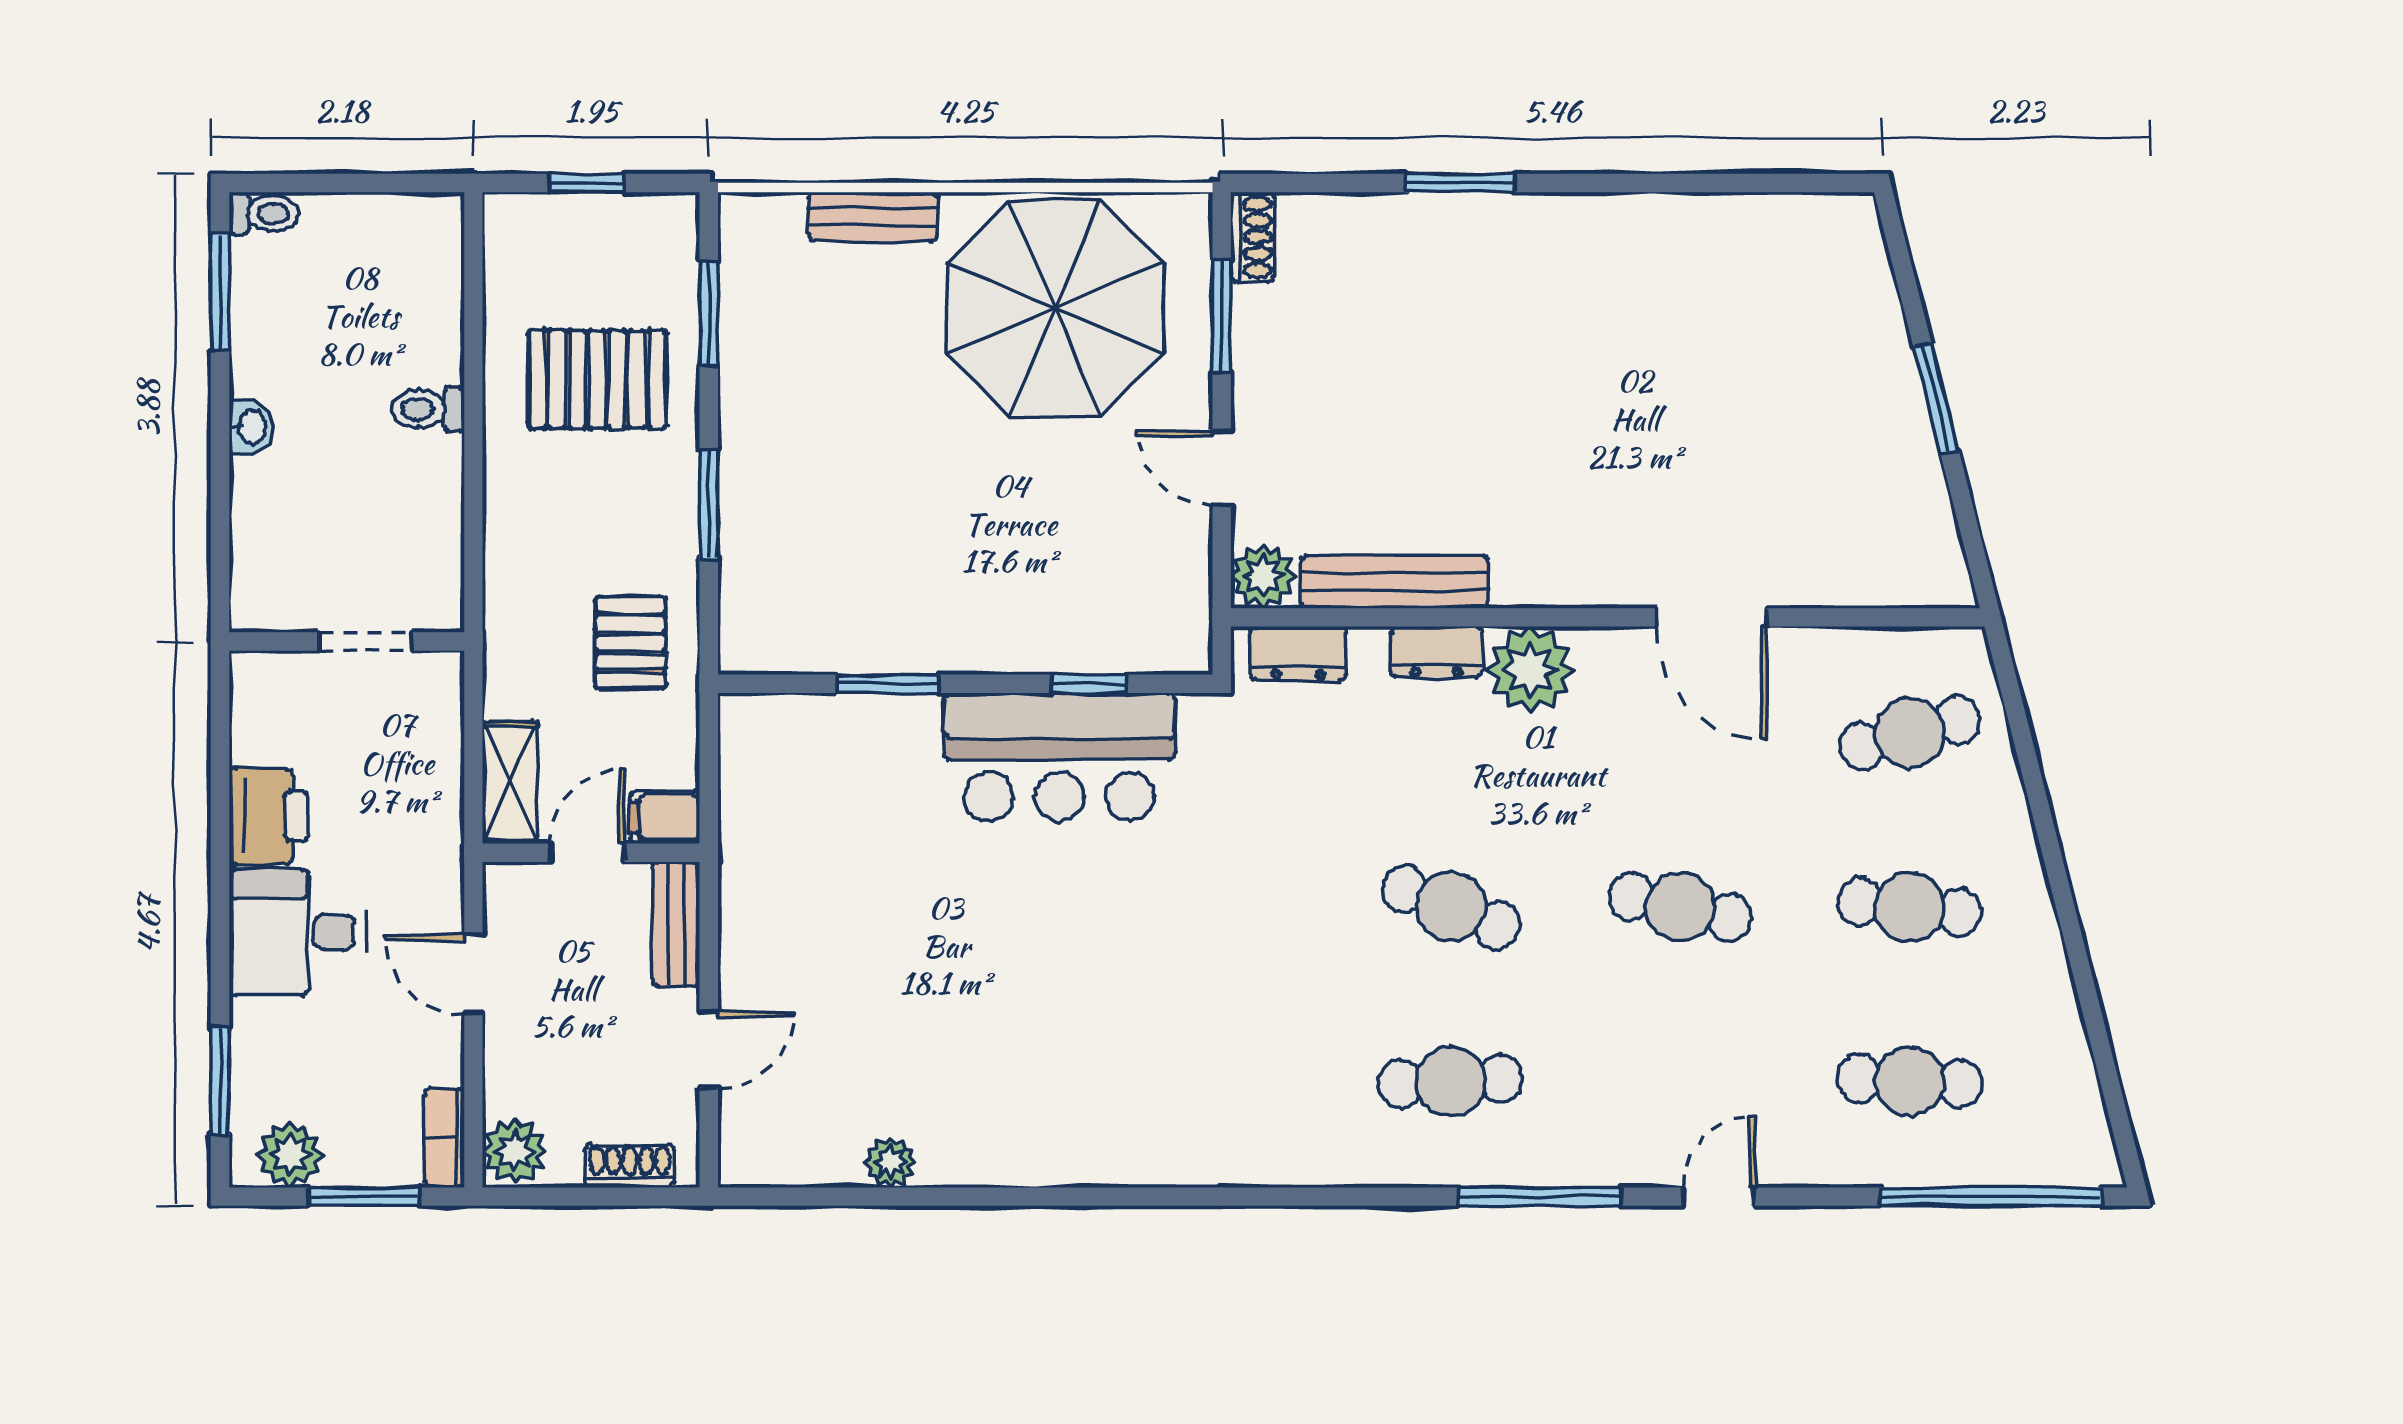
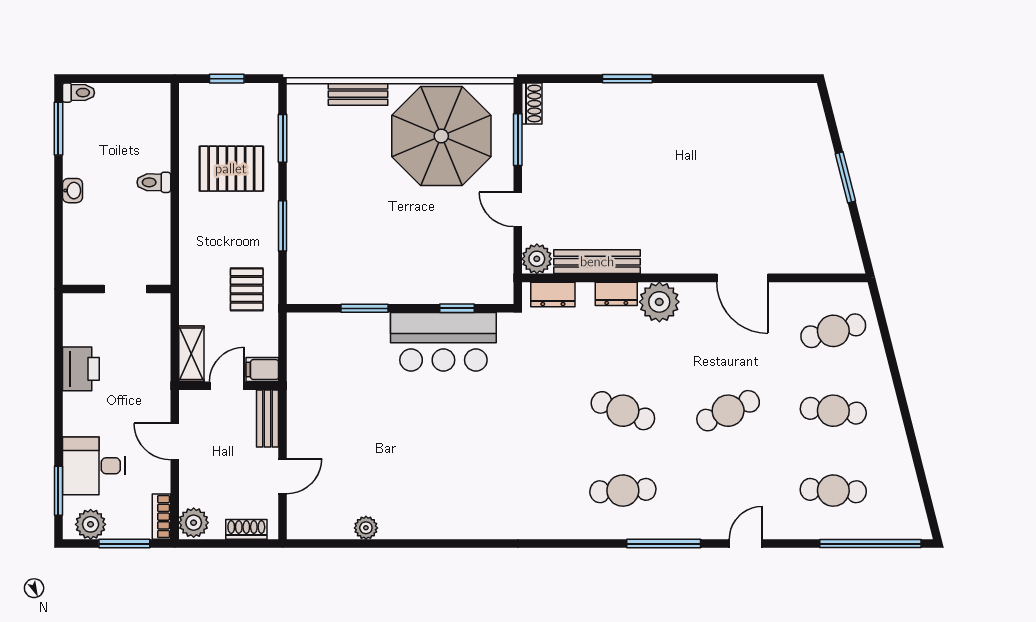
cafe table: (1680, 907) -> (728, 411), turned -36
desk: (297, 932) -> (94, 466), moved

